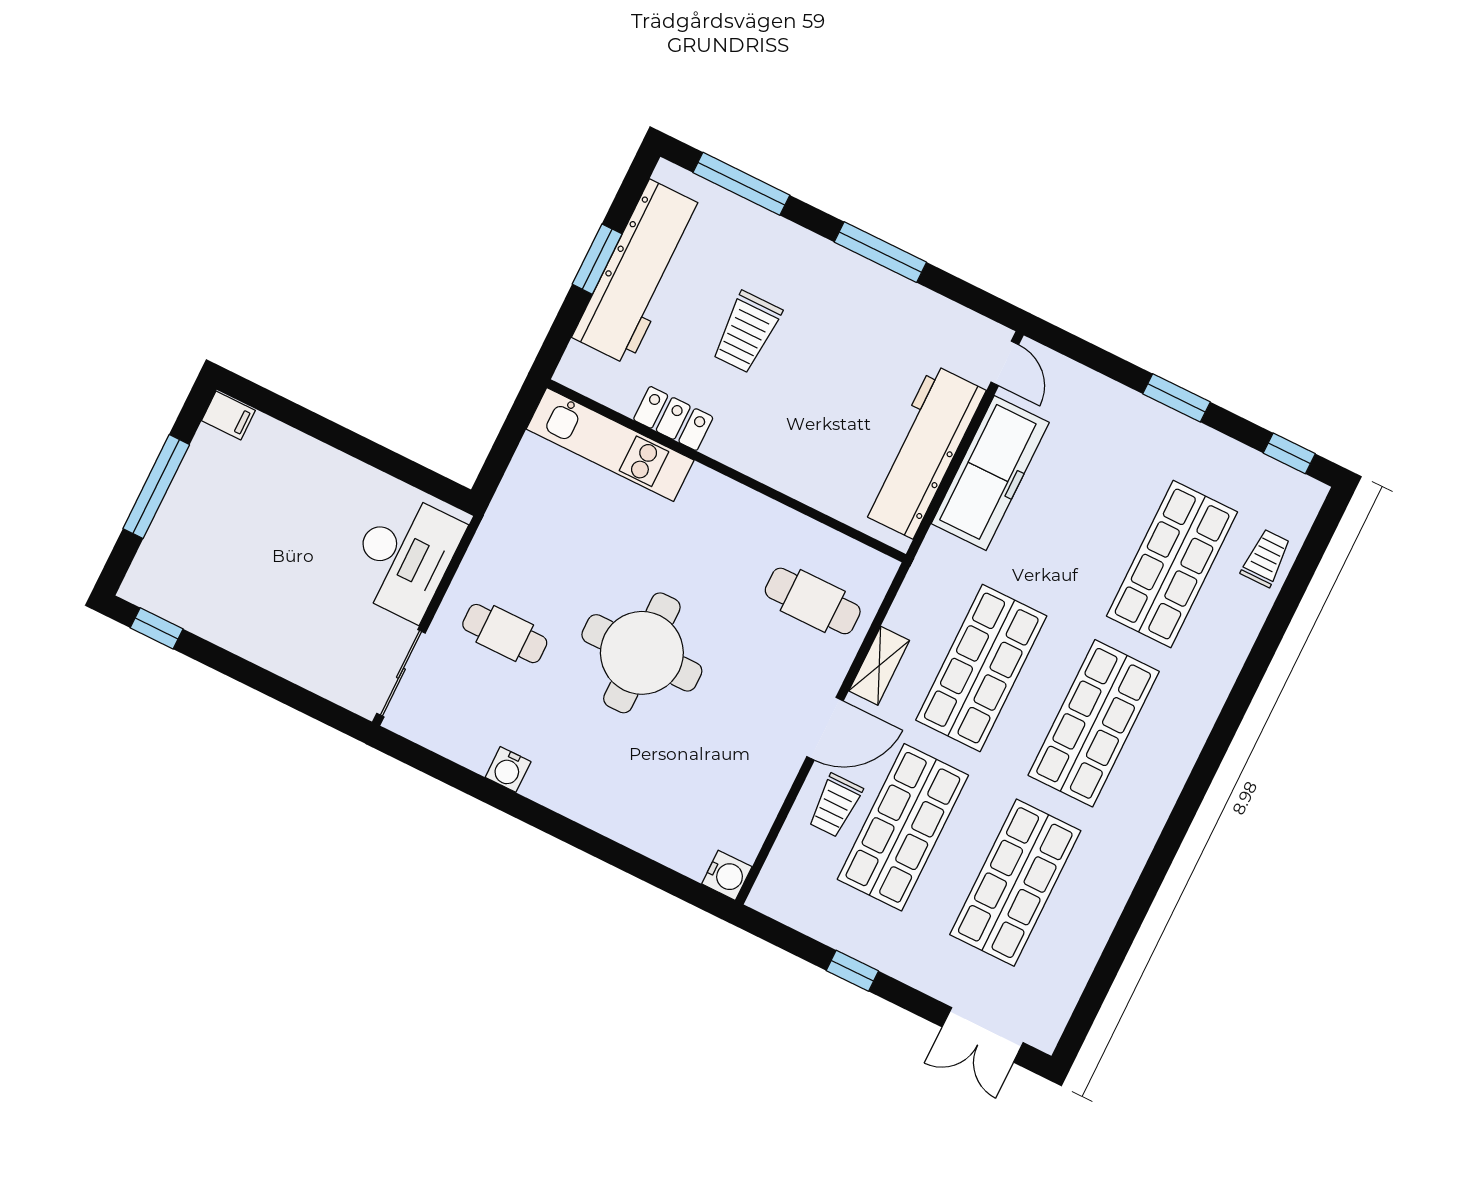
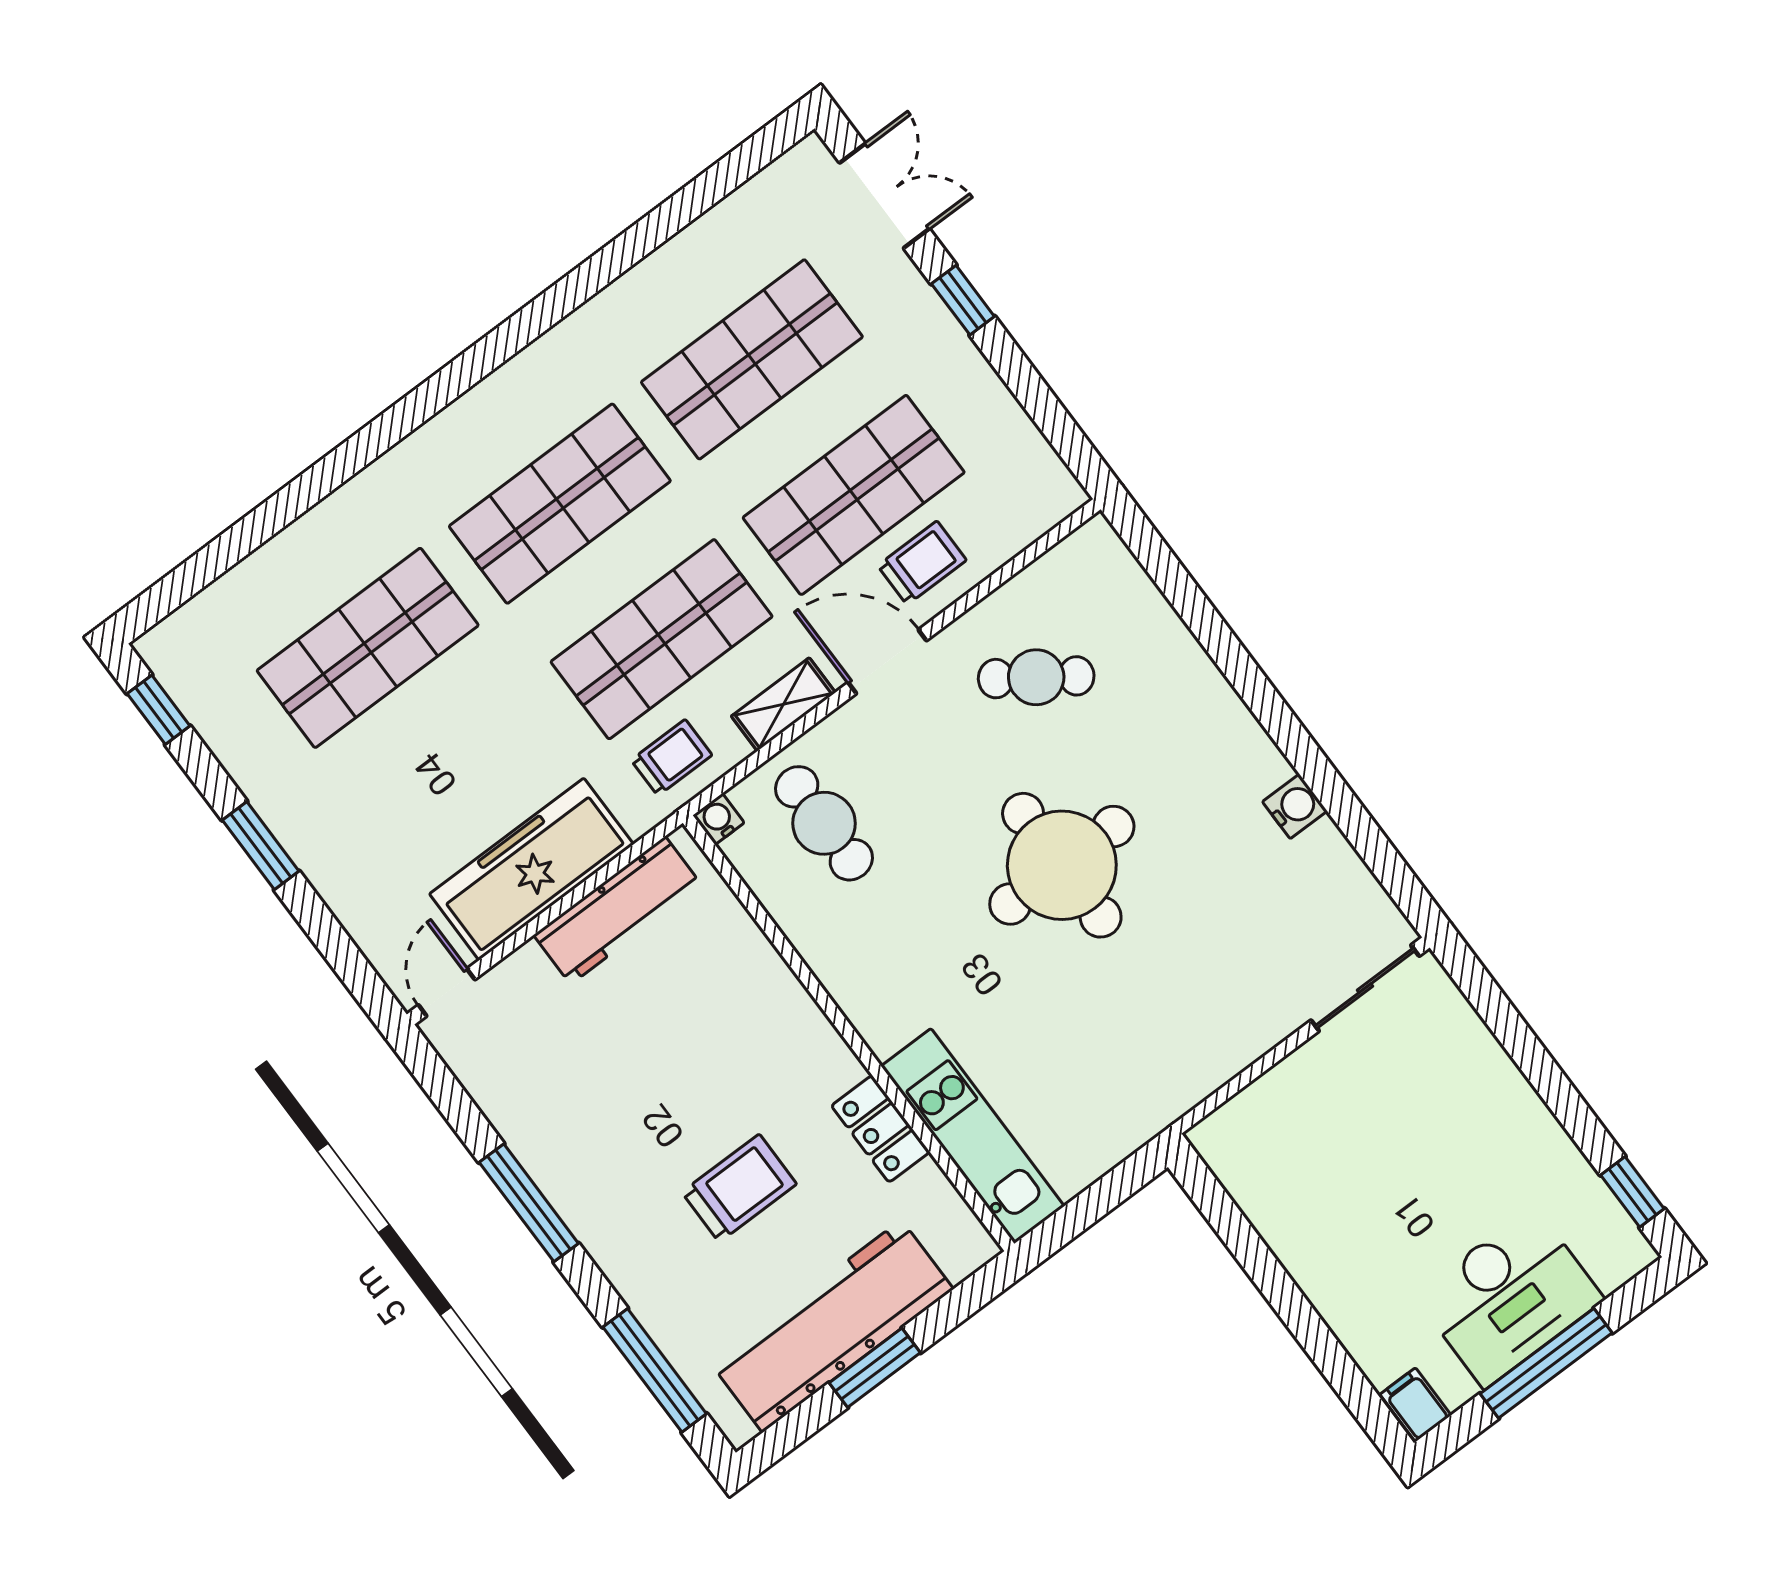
workbench: (923, 452) -> (618, 910), width x0.73, depth x0.76
desk: (404, 556) -> (1509, 1297), moved, turned 180
trolley: (1266, 558) -> (672, 758), moved, turned 180
cafe table: (505, 634) -> (1036, 677), moved, turned -55
water cooler: (727, 875) -> (719, 819), moved, width x0.72, depth x0.72
window: (852, 971) -> (963, 300), moved

